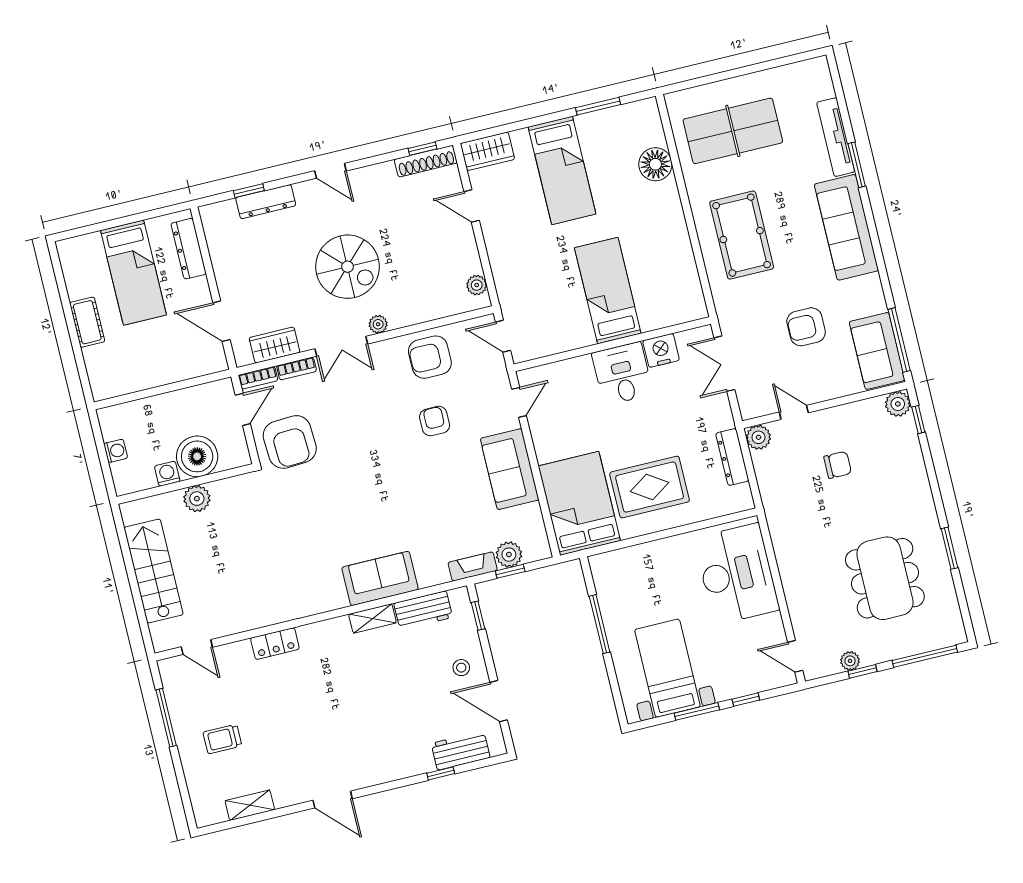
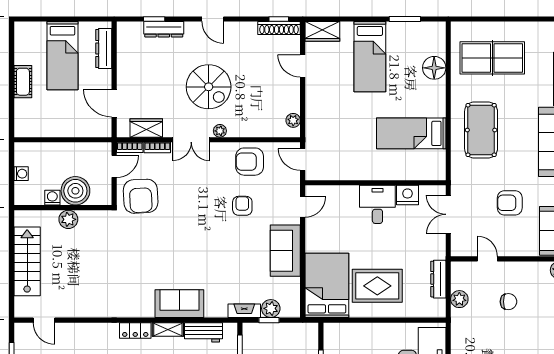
bed: (608, 291) -> (411, 133), moved, turned -90
plant: (758, 437) -> (459, 299), moved
locker: (275, 644) -> (135, 330), moved

